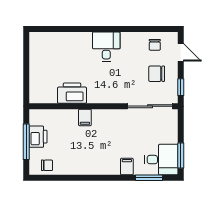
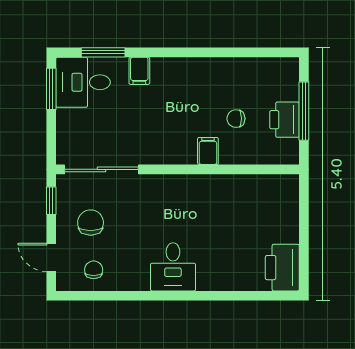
chair: (157, 74) -> (91, 223), turned -90
printer: (72, 93) -> (282, 268), moved, turned 90
chair: (47, 165) -> (236, 119), moved

